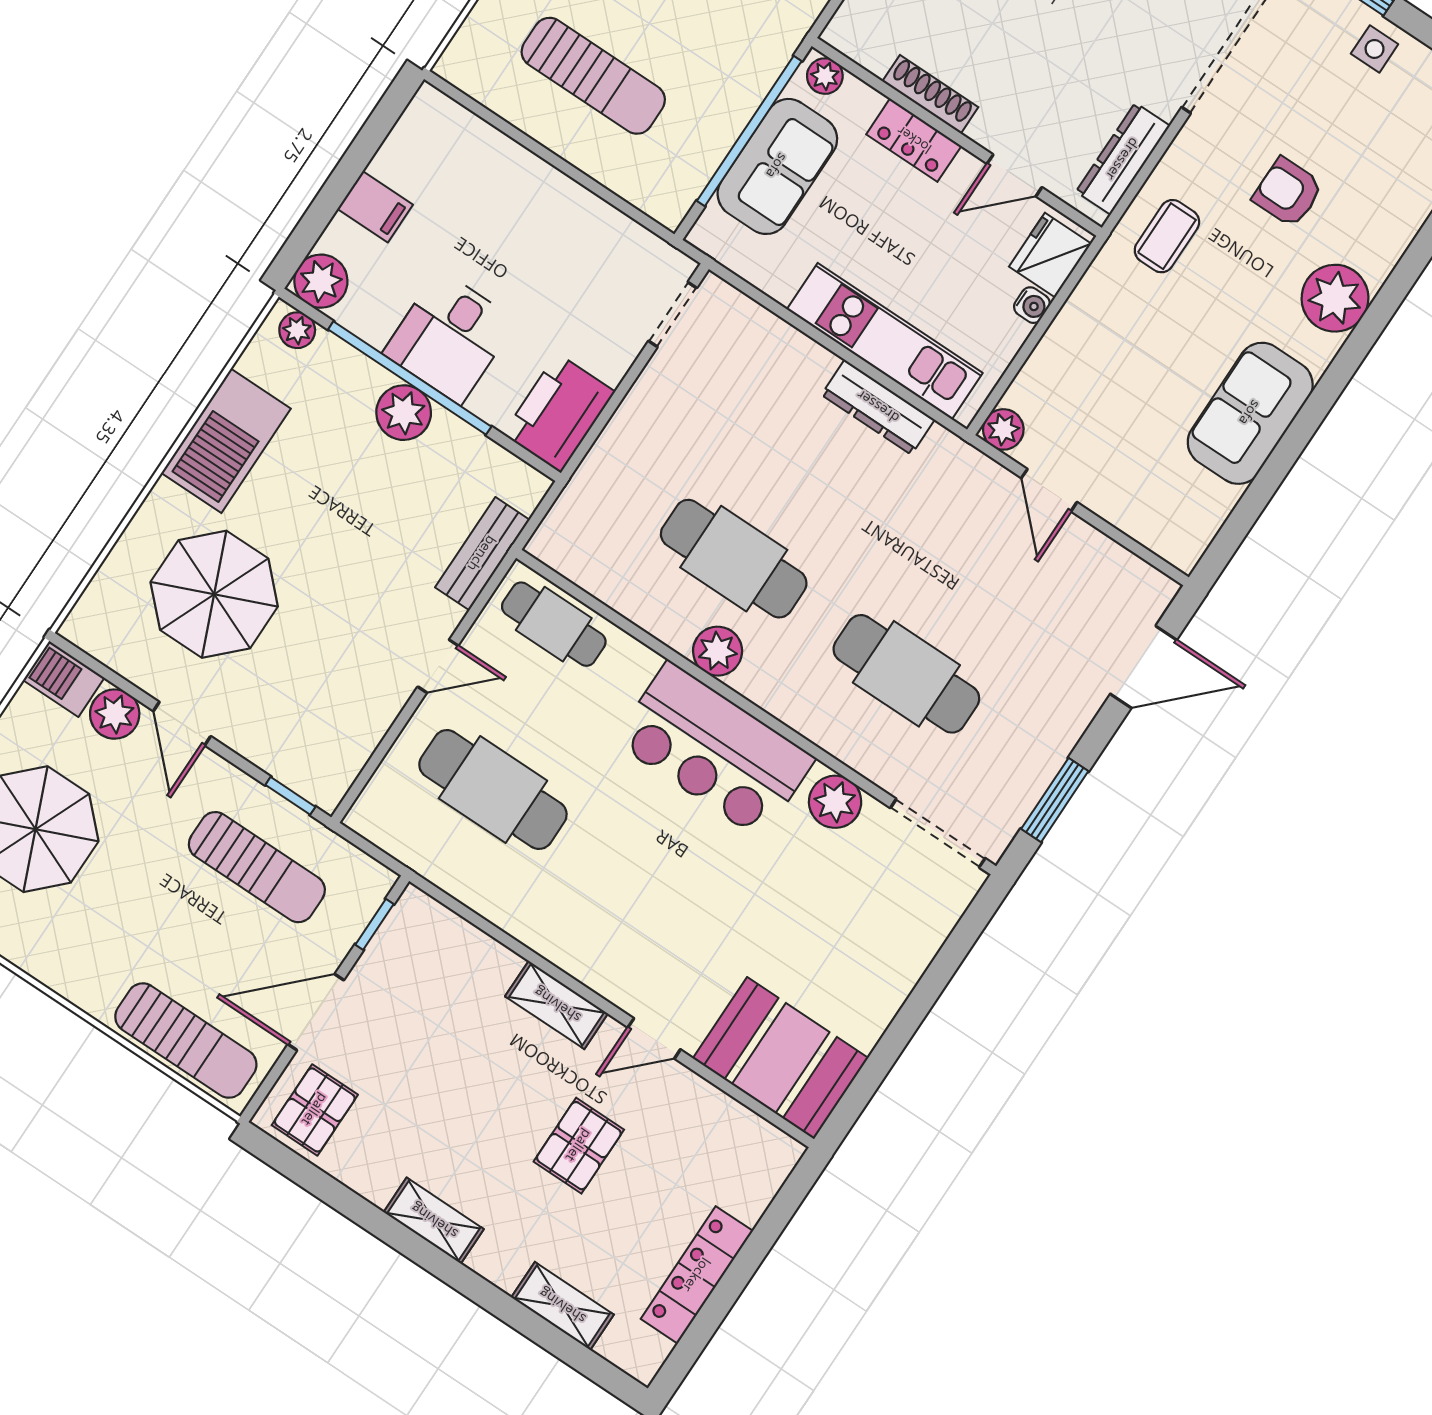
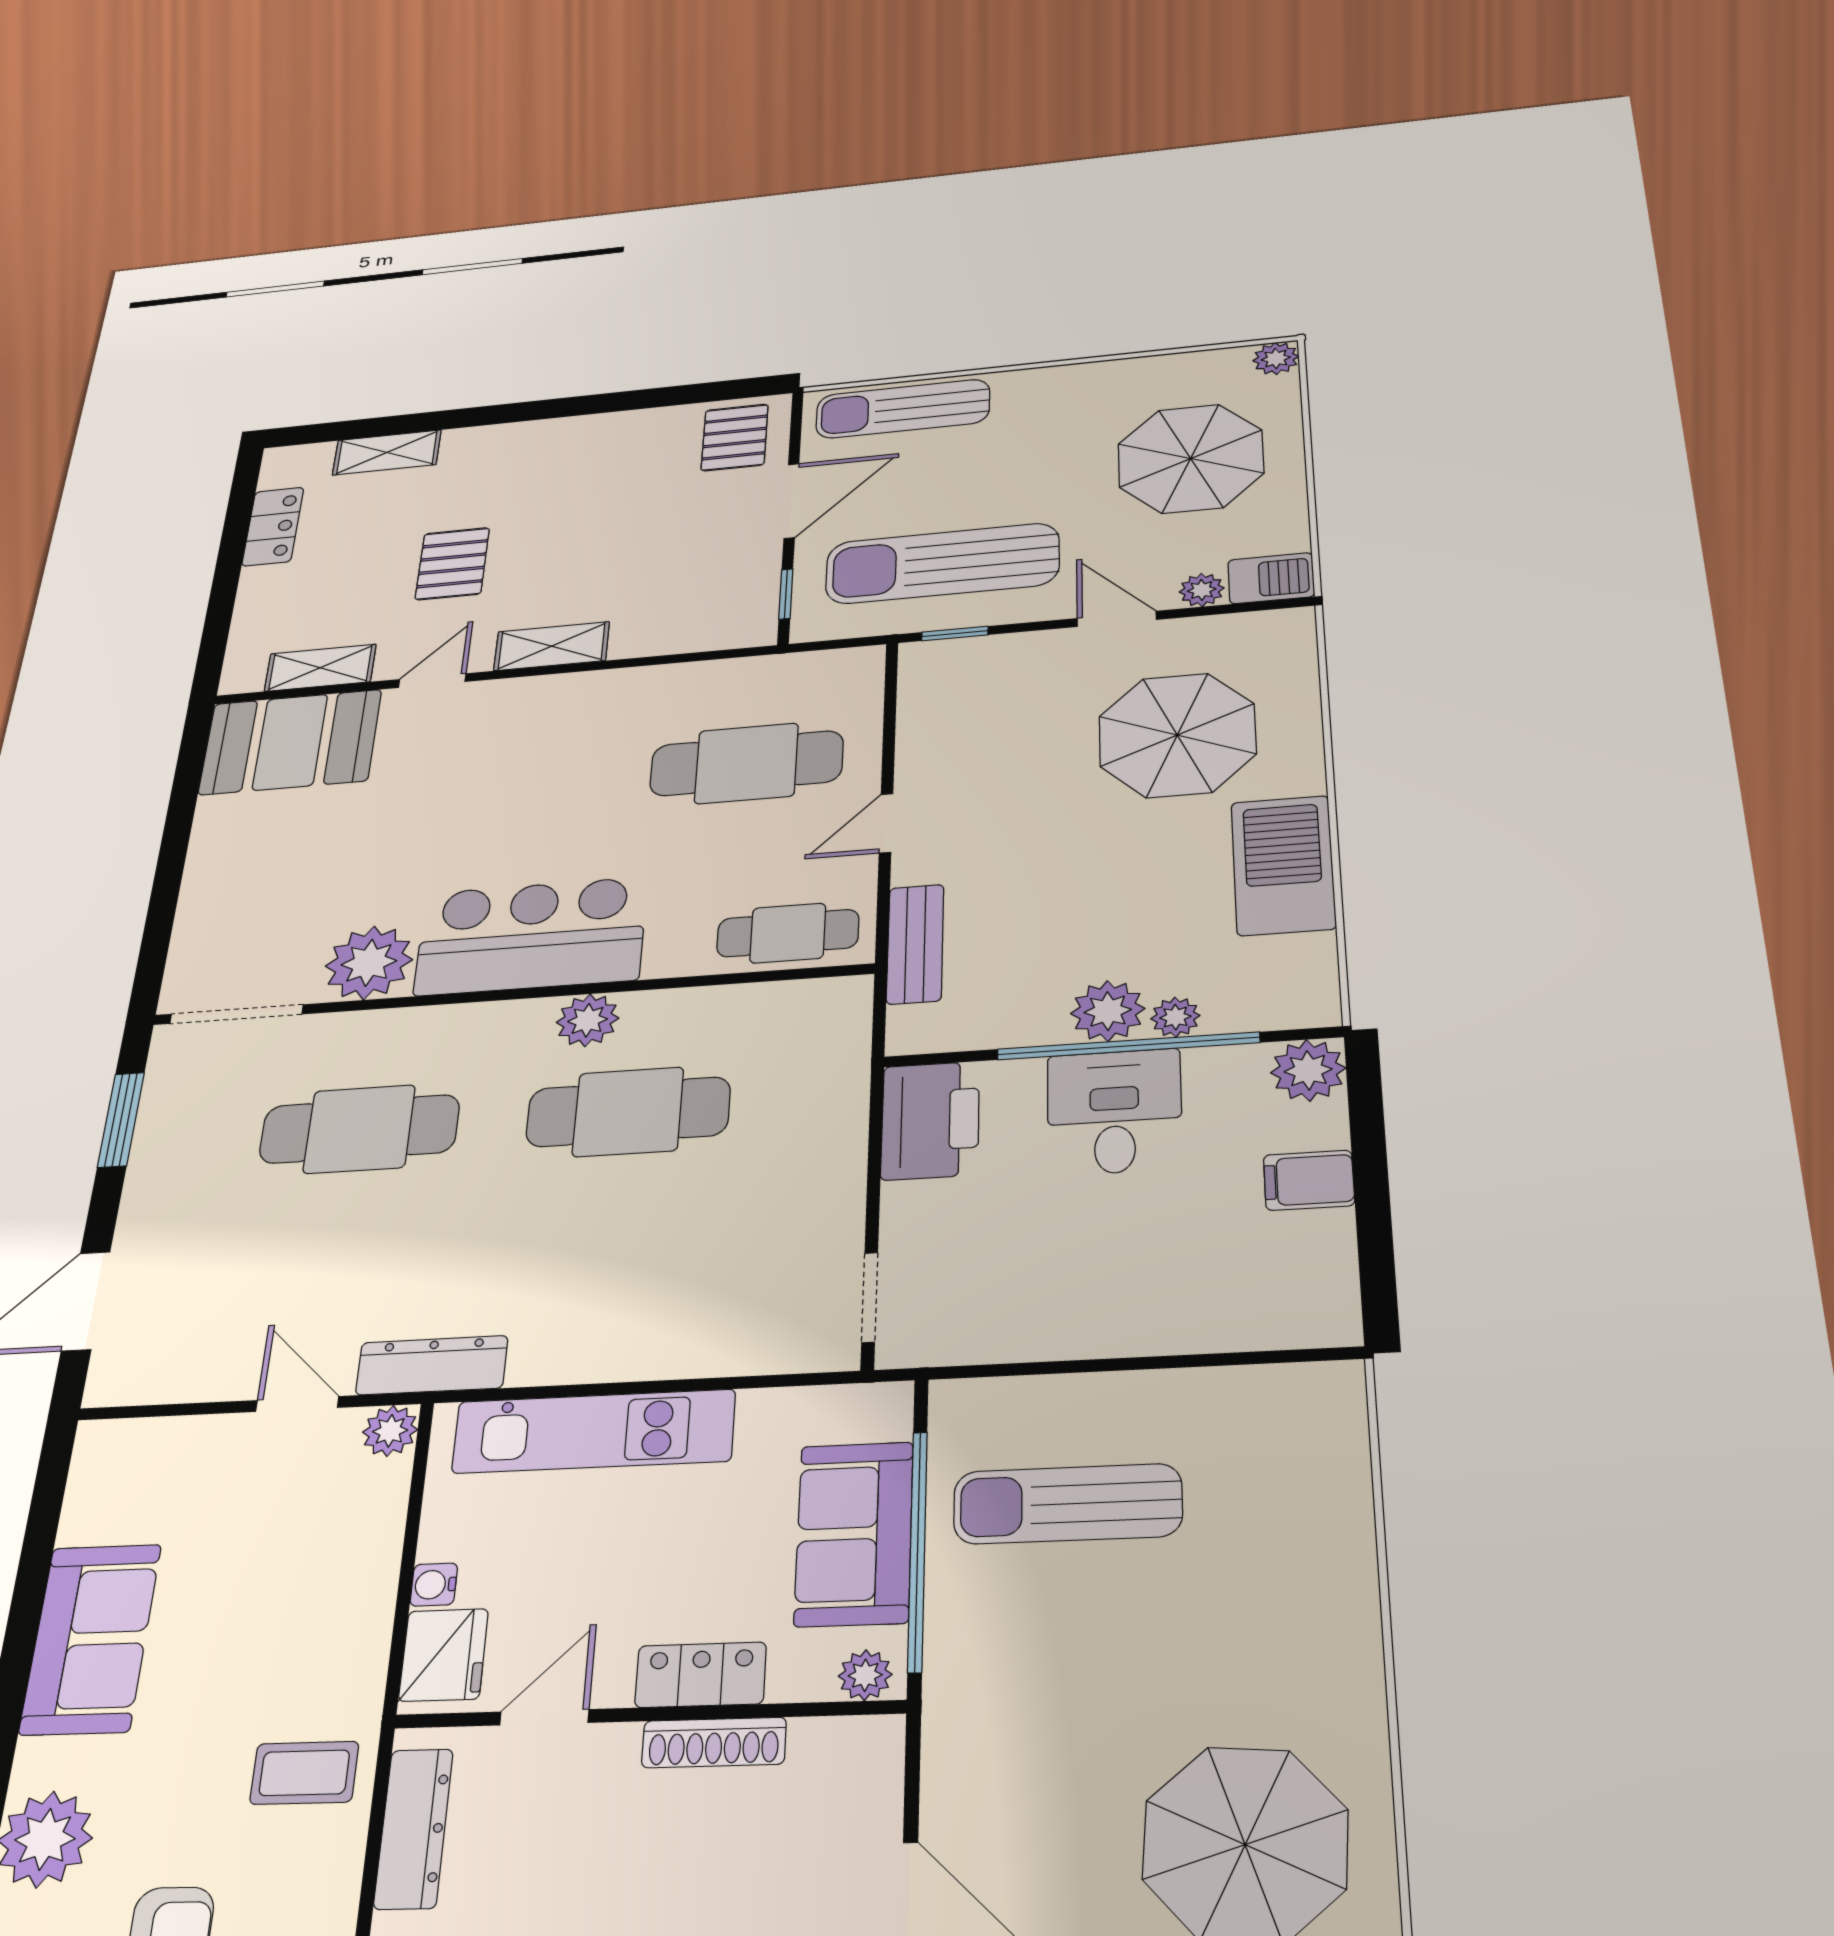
sun lounger: (593, 76) -> (1067, 1504), moved
coffee table: (1167, 236) -> (304, 1773), turned 90
plant: (297, 330) -> (1175, 1017), moved
dresser: (878, 407) -> (432, 1365), moved
plant: (115, 714) -> (1202, 590), width x0.73, depth x0.73
plant: (835, 802) -> (369, 963), width x1.36, depth x1.36
sun lounger: (257, 867) -> (942, 563), width x1.36, depth x1.34
shelving: (434, 1221) -> (320, 668), moved
locker: (697, 1275) -> (273, 527), width x0.66

